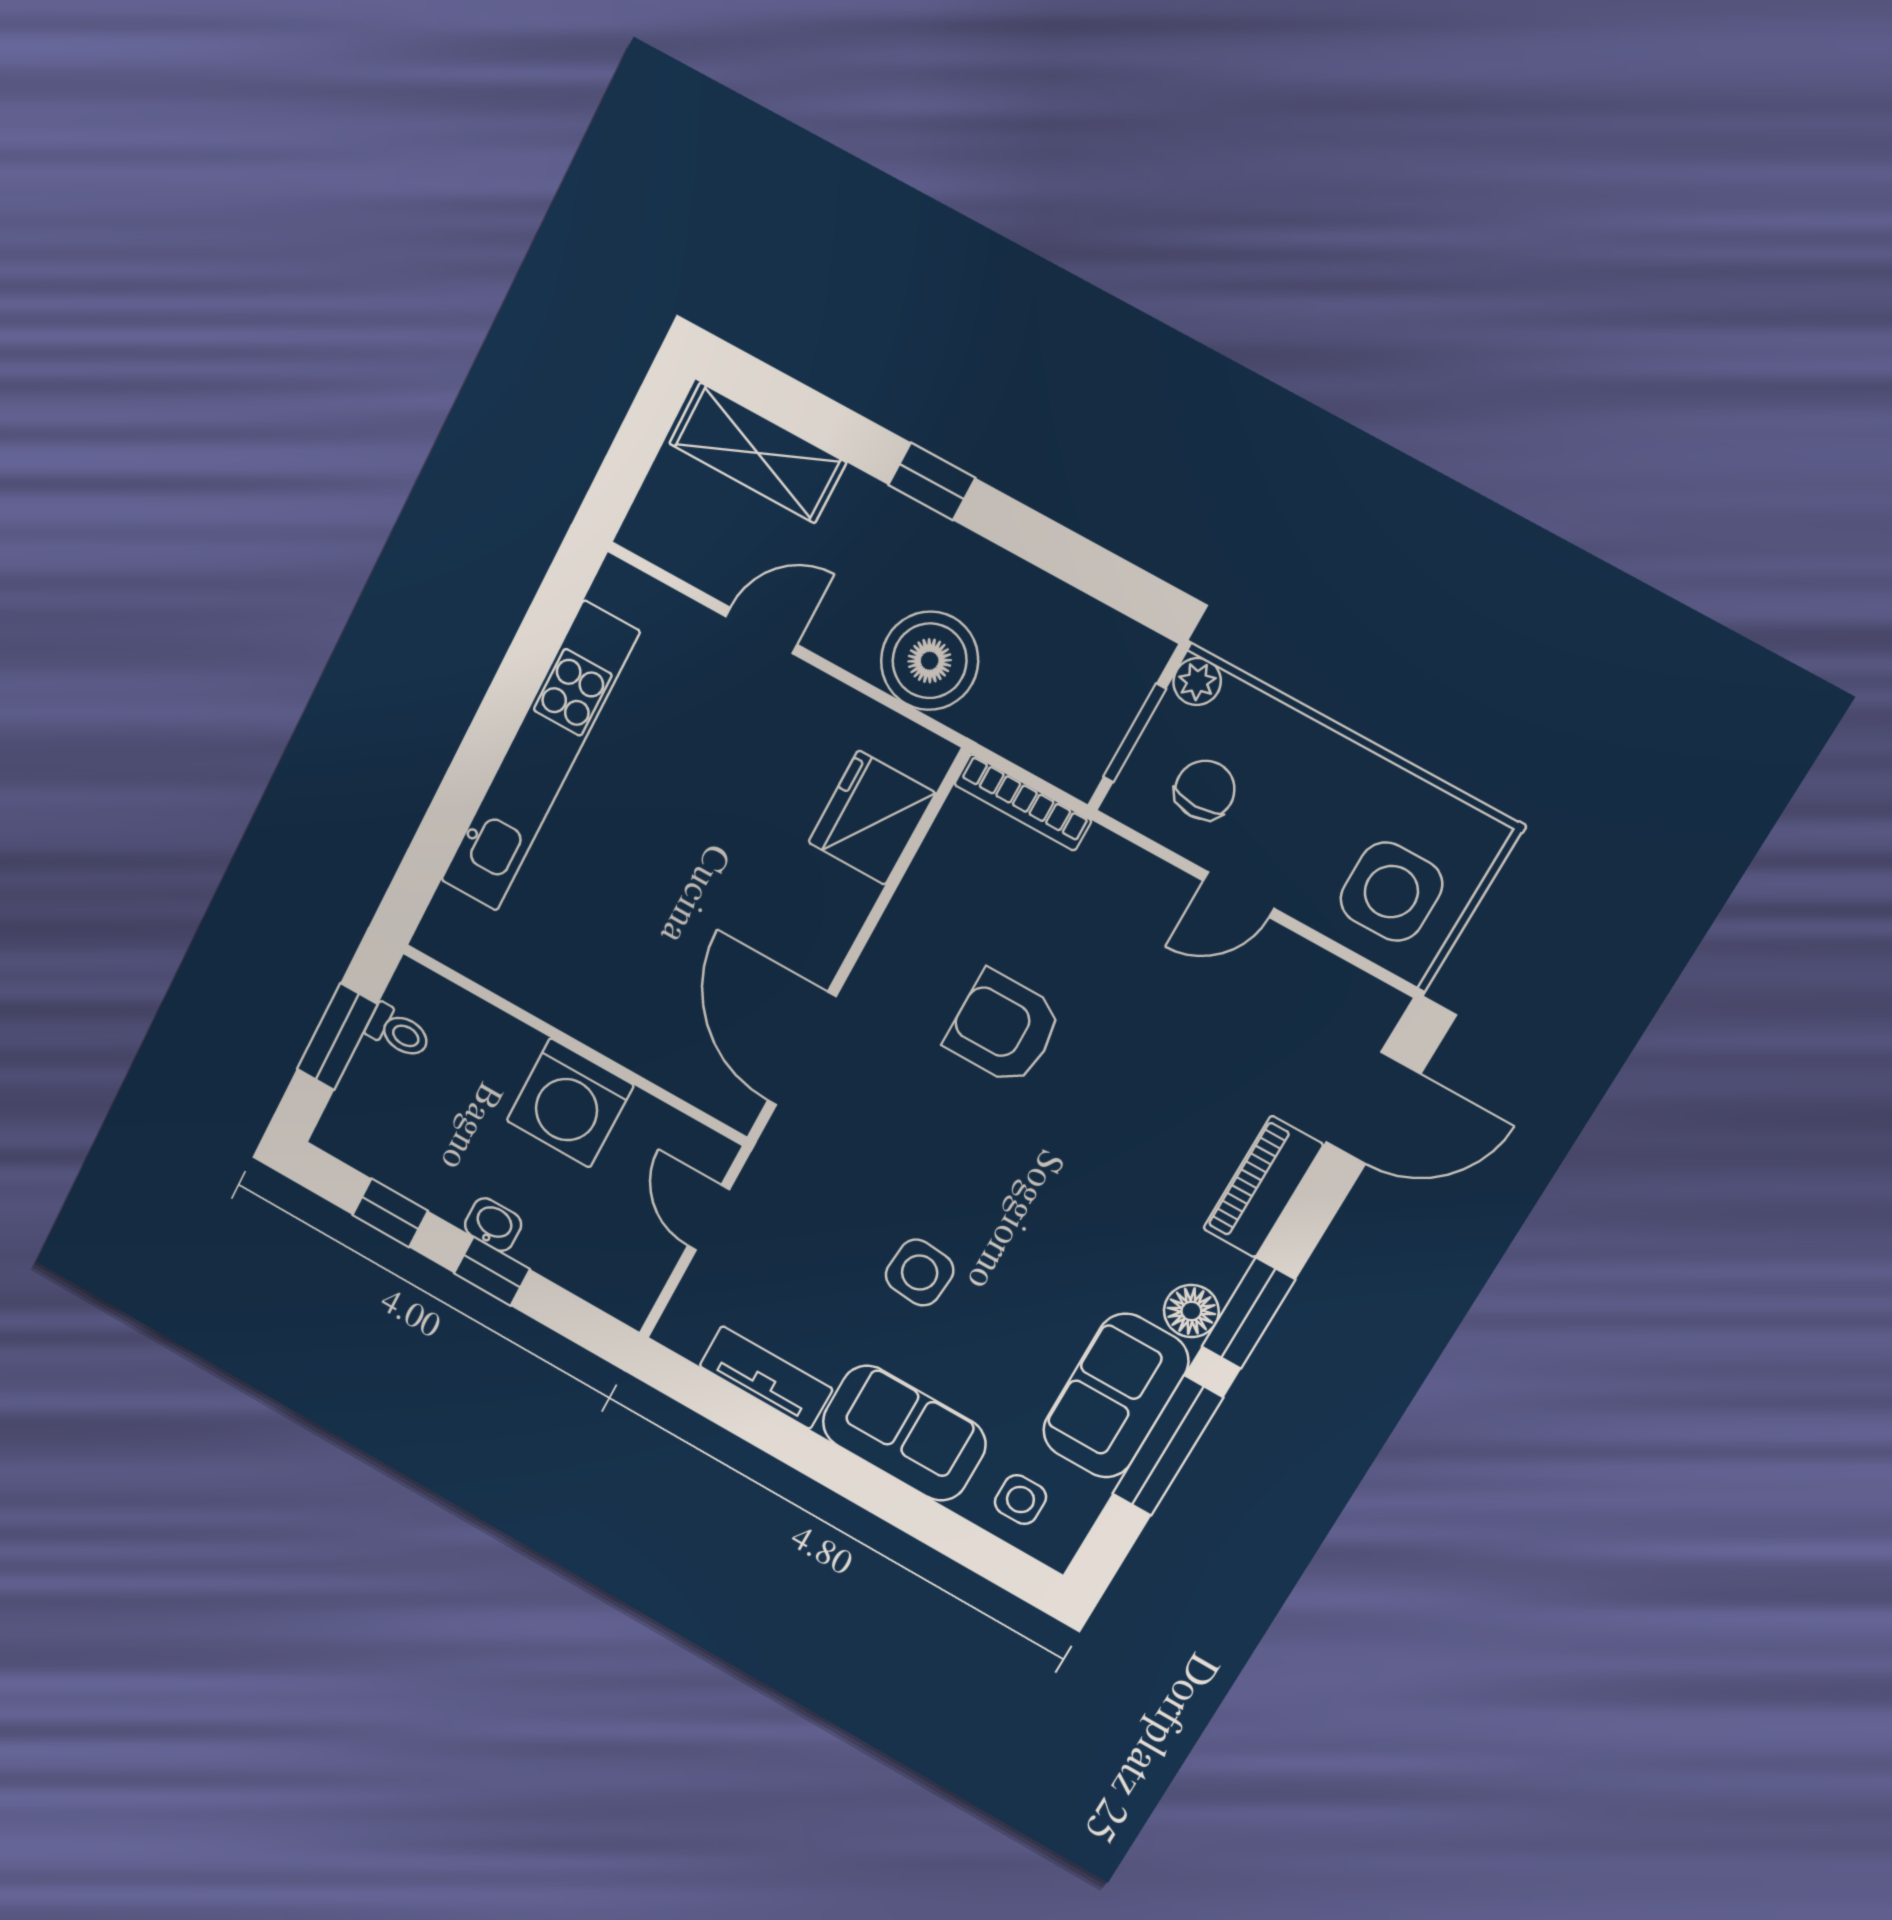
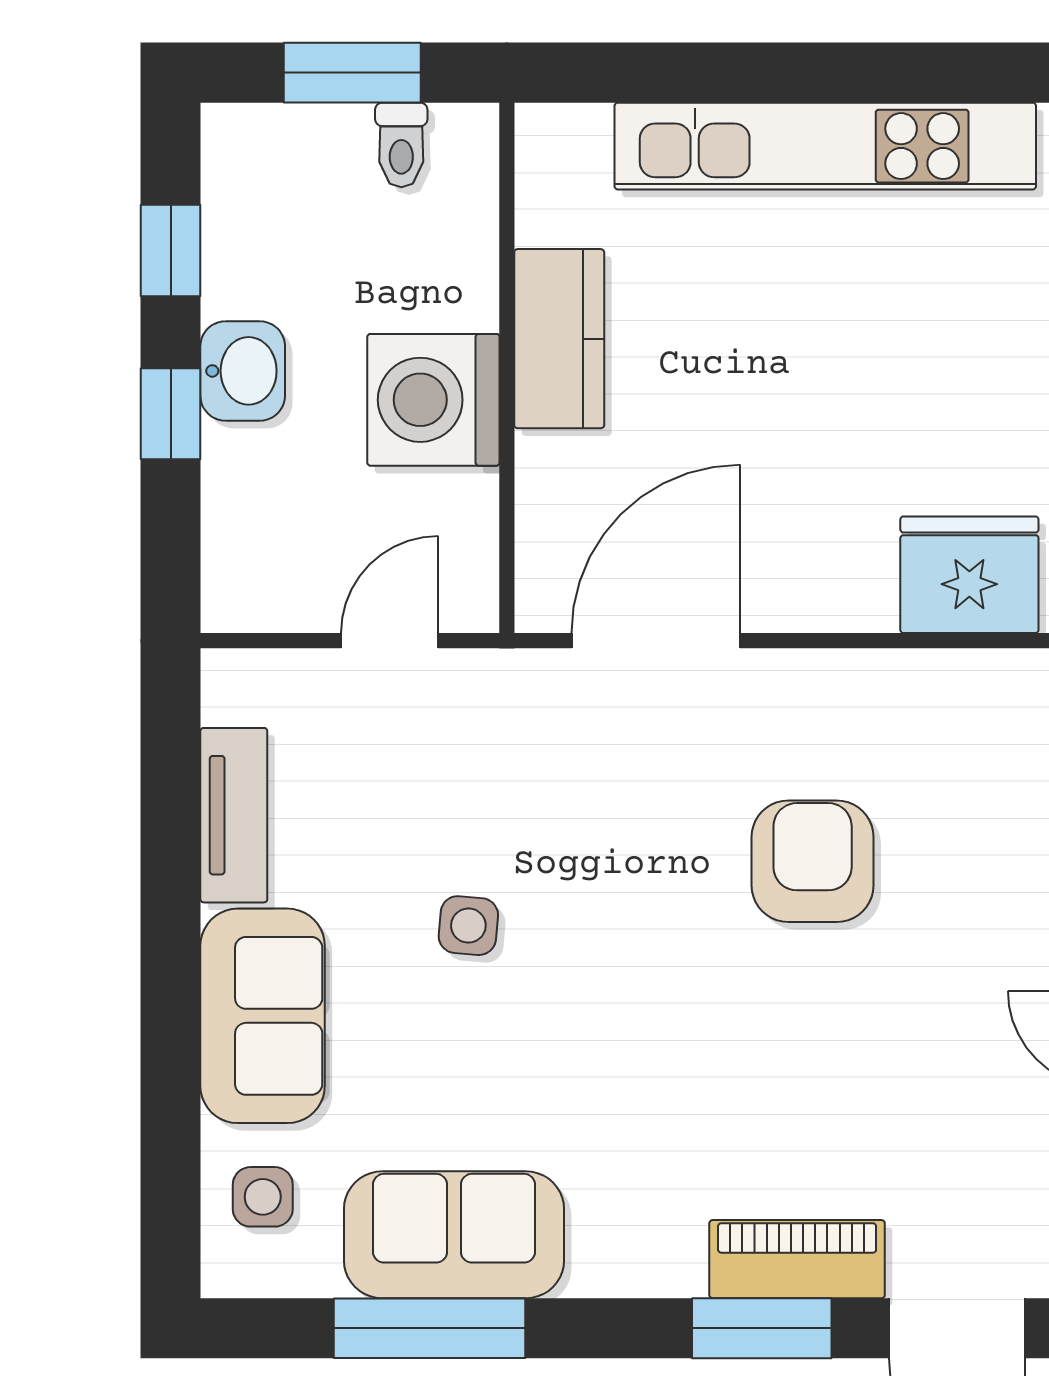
kitchen counter: (573, 1001) -> (559, 339), added
washbasin: (493, 1225) -> (243, 371), width x1.38, depth x1.45
side table: (920, 1273) -> (468, 926), width x0.73, depth x0.73
floor lamp: (1191, 1311) -> (606, 1263), removed
window: (1248, 1313) -> (762, 1328), moved

